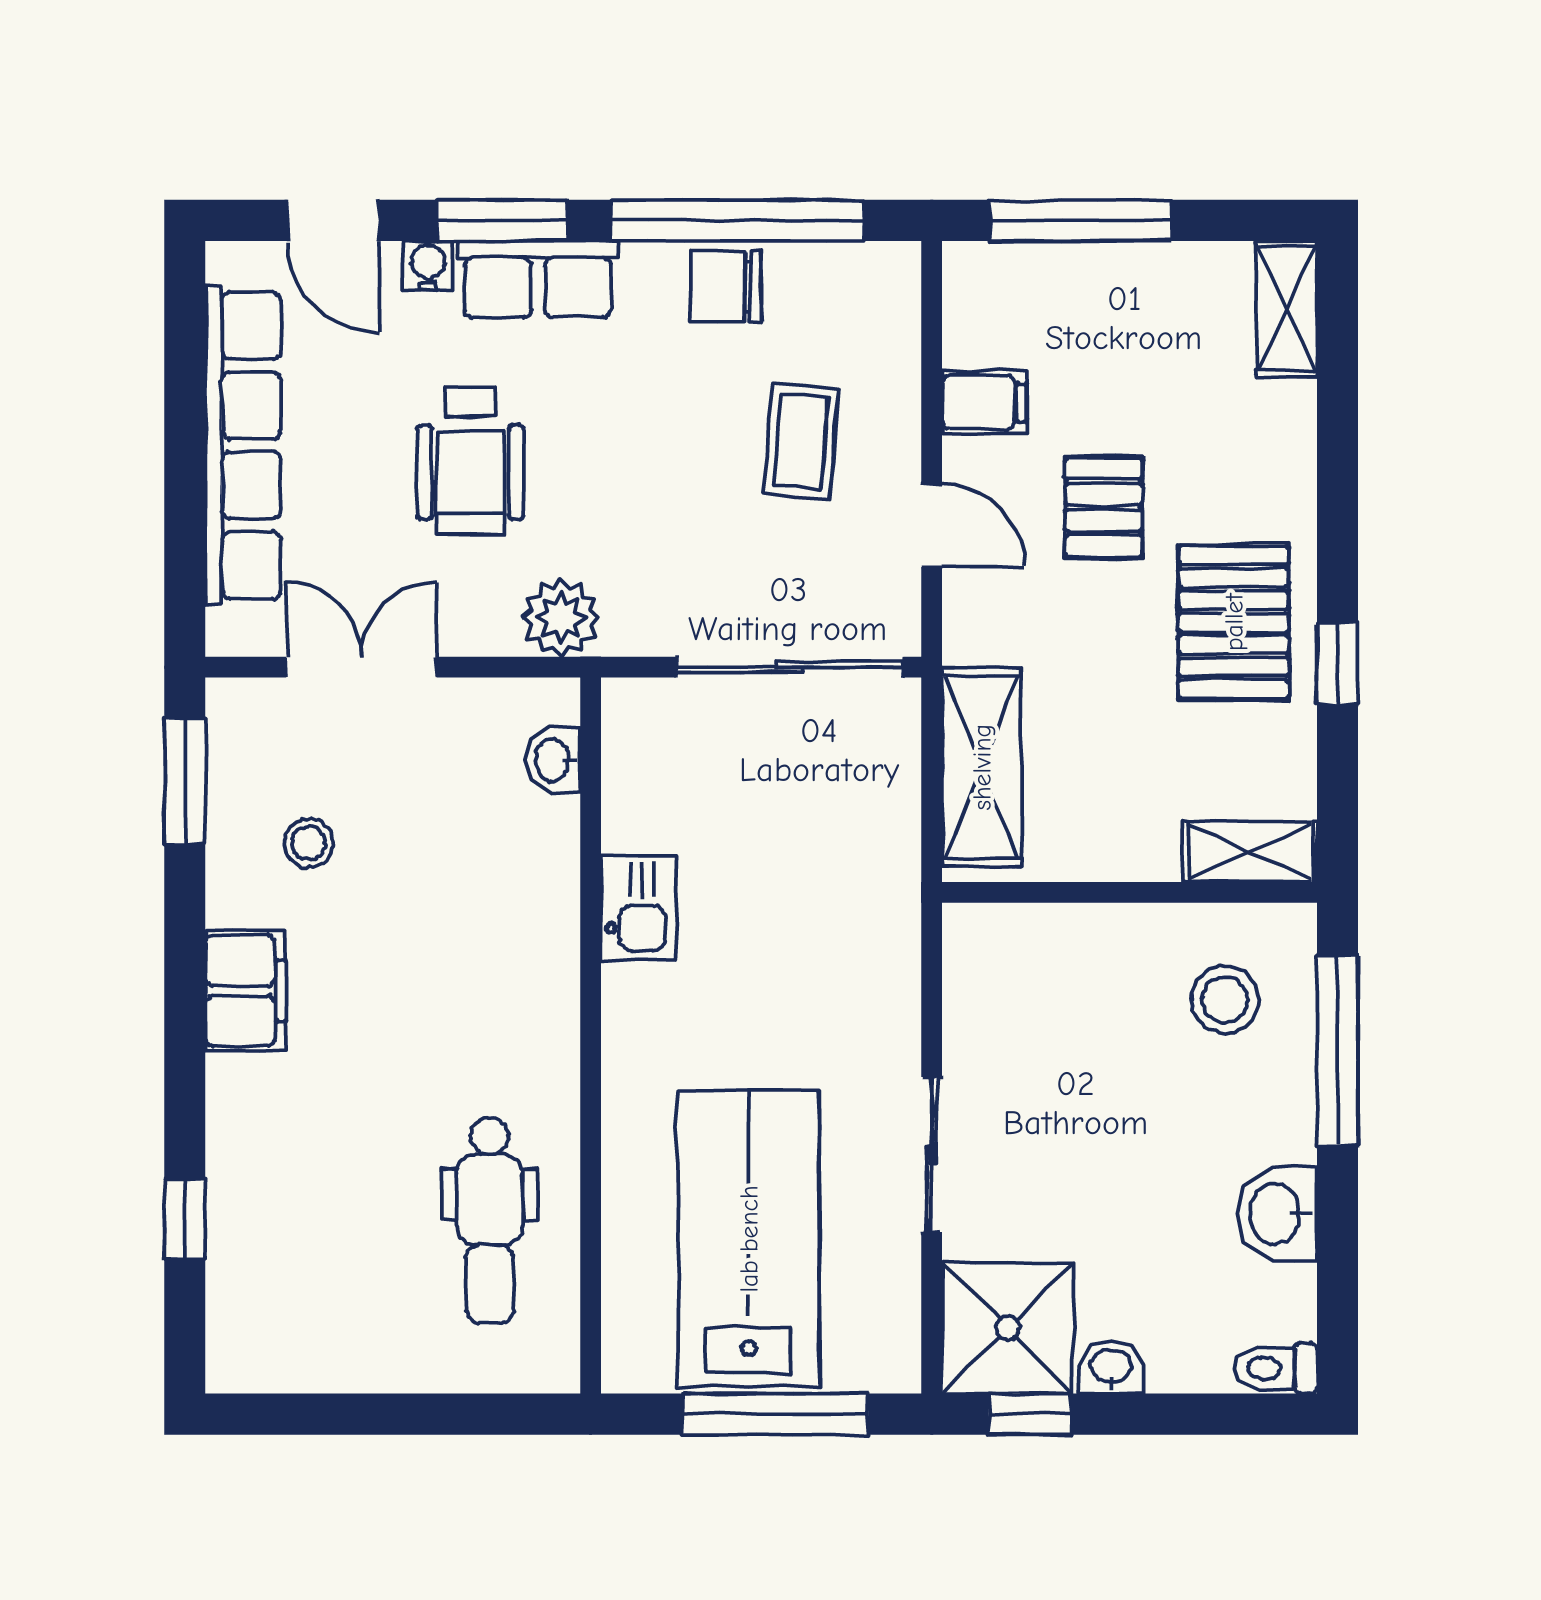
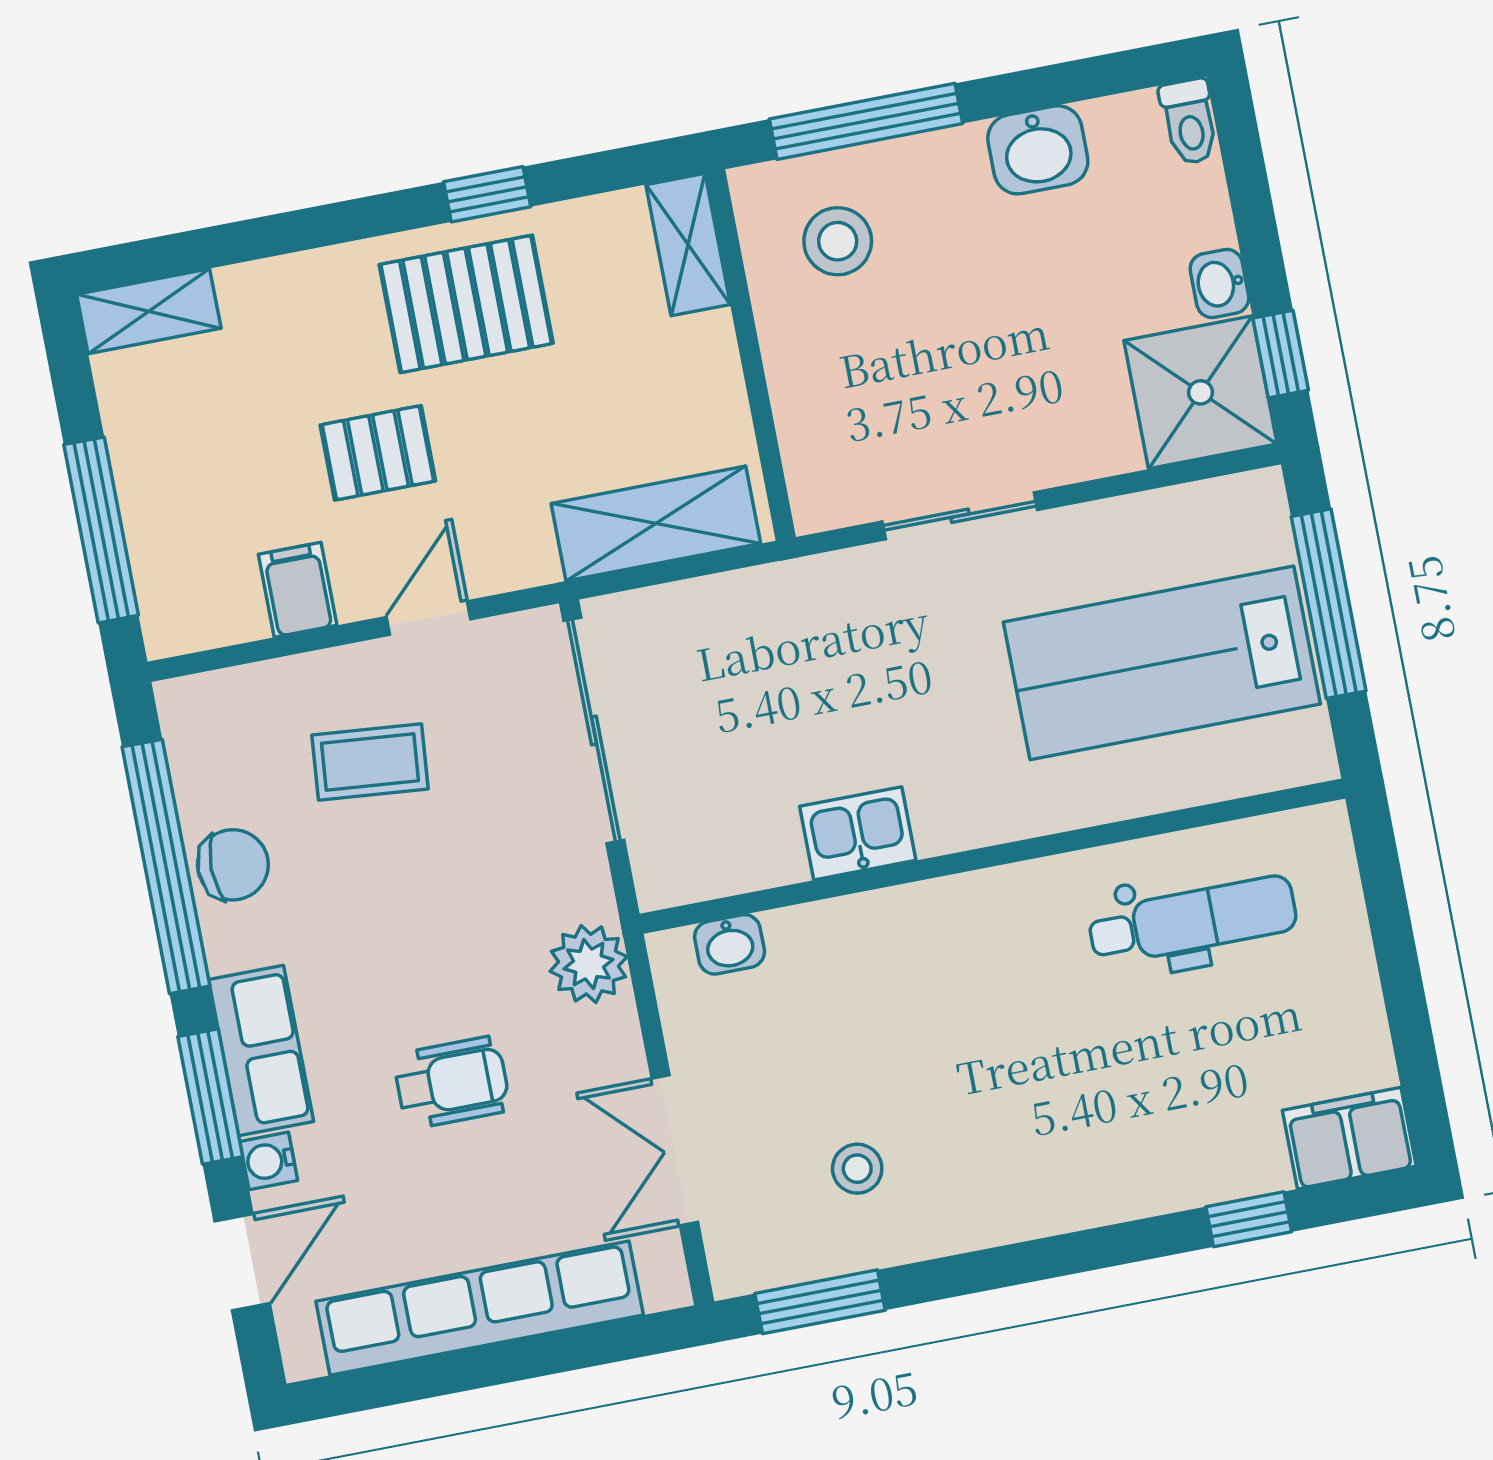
chair: (726, 287) -> (233, 865), turned -90
wheelchair: (470, 461) -> (452, 1083), width x0.73, depth x0.73
filing cabinet: (246, 991) -> (1349, 1138), moved
sliding door: (932, 1155) -> (960, 516), moved

